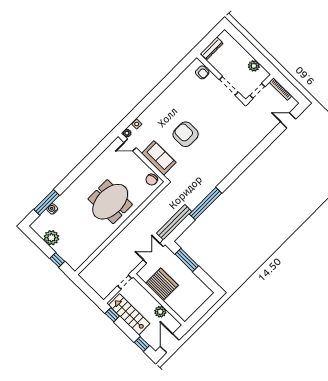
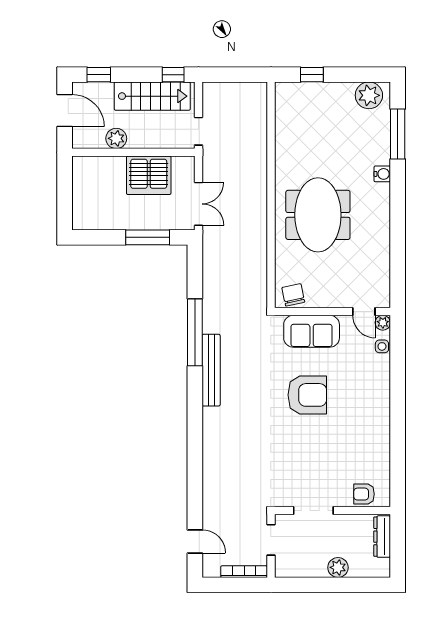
plant: (254, 66) -> (338, 567), moved
door: (288, 120) -> (195, 541), hinge flipped
door: (130, 145) -> (364, 312), swing flipped
water cooler: (52, 209) -> (382, 174), moved
bench: (174, 222) -> (211, 370), moved
plant: (51, 238) -> (369, 95), moved

